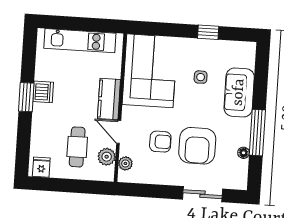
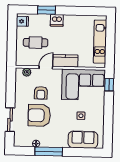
window: (208, 32) -> (109, 85), moved
dishwasher: (43, 92) -> (57, 20), moved
sofa: (239, 92) -> (83, 140), moved
window: (26, 97) -> (47, 10), moved
plant: (107, 157) -> (30, 61), removed

